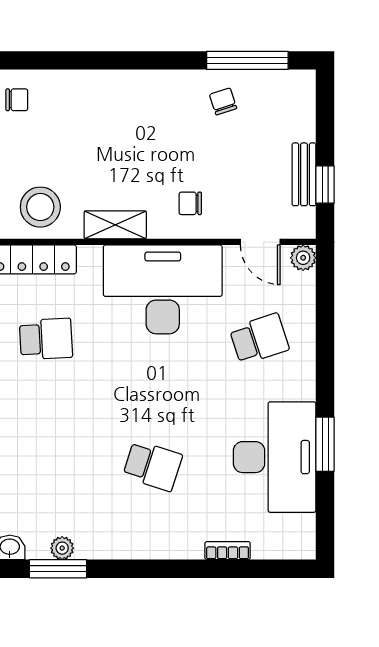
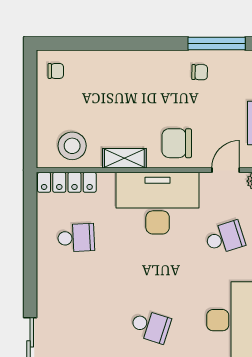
chair: (223, 101) -> (200, 72), turned 109
chair: (190, 203) -> (177, 143), width x1.87, depth x1.87
door: (260, 242) -> (226, 170), swing flipped

